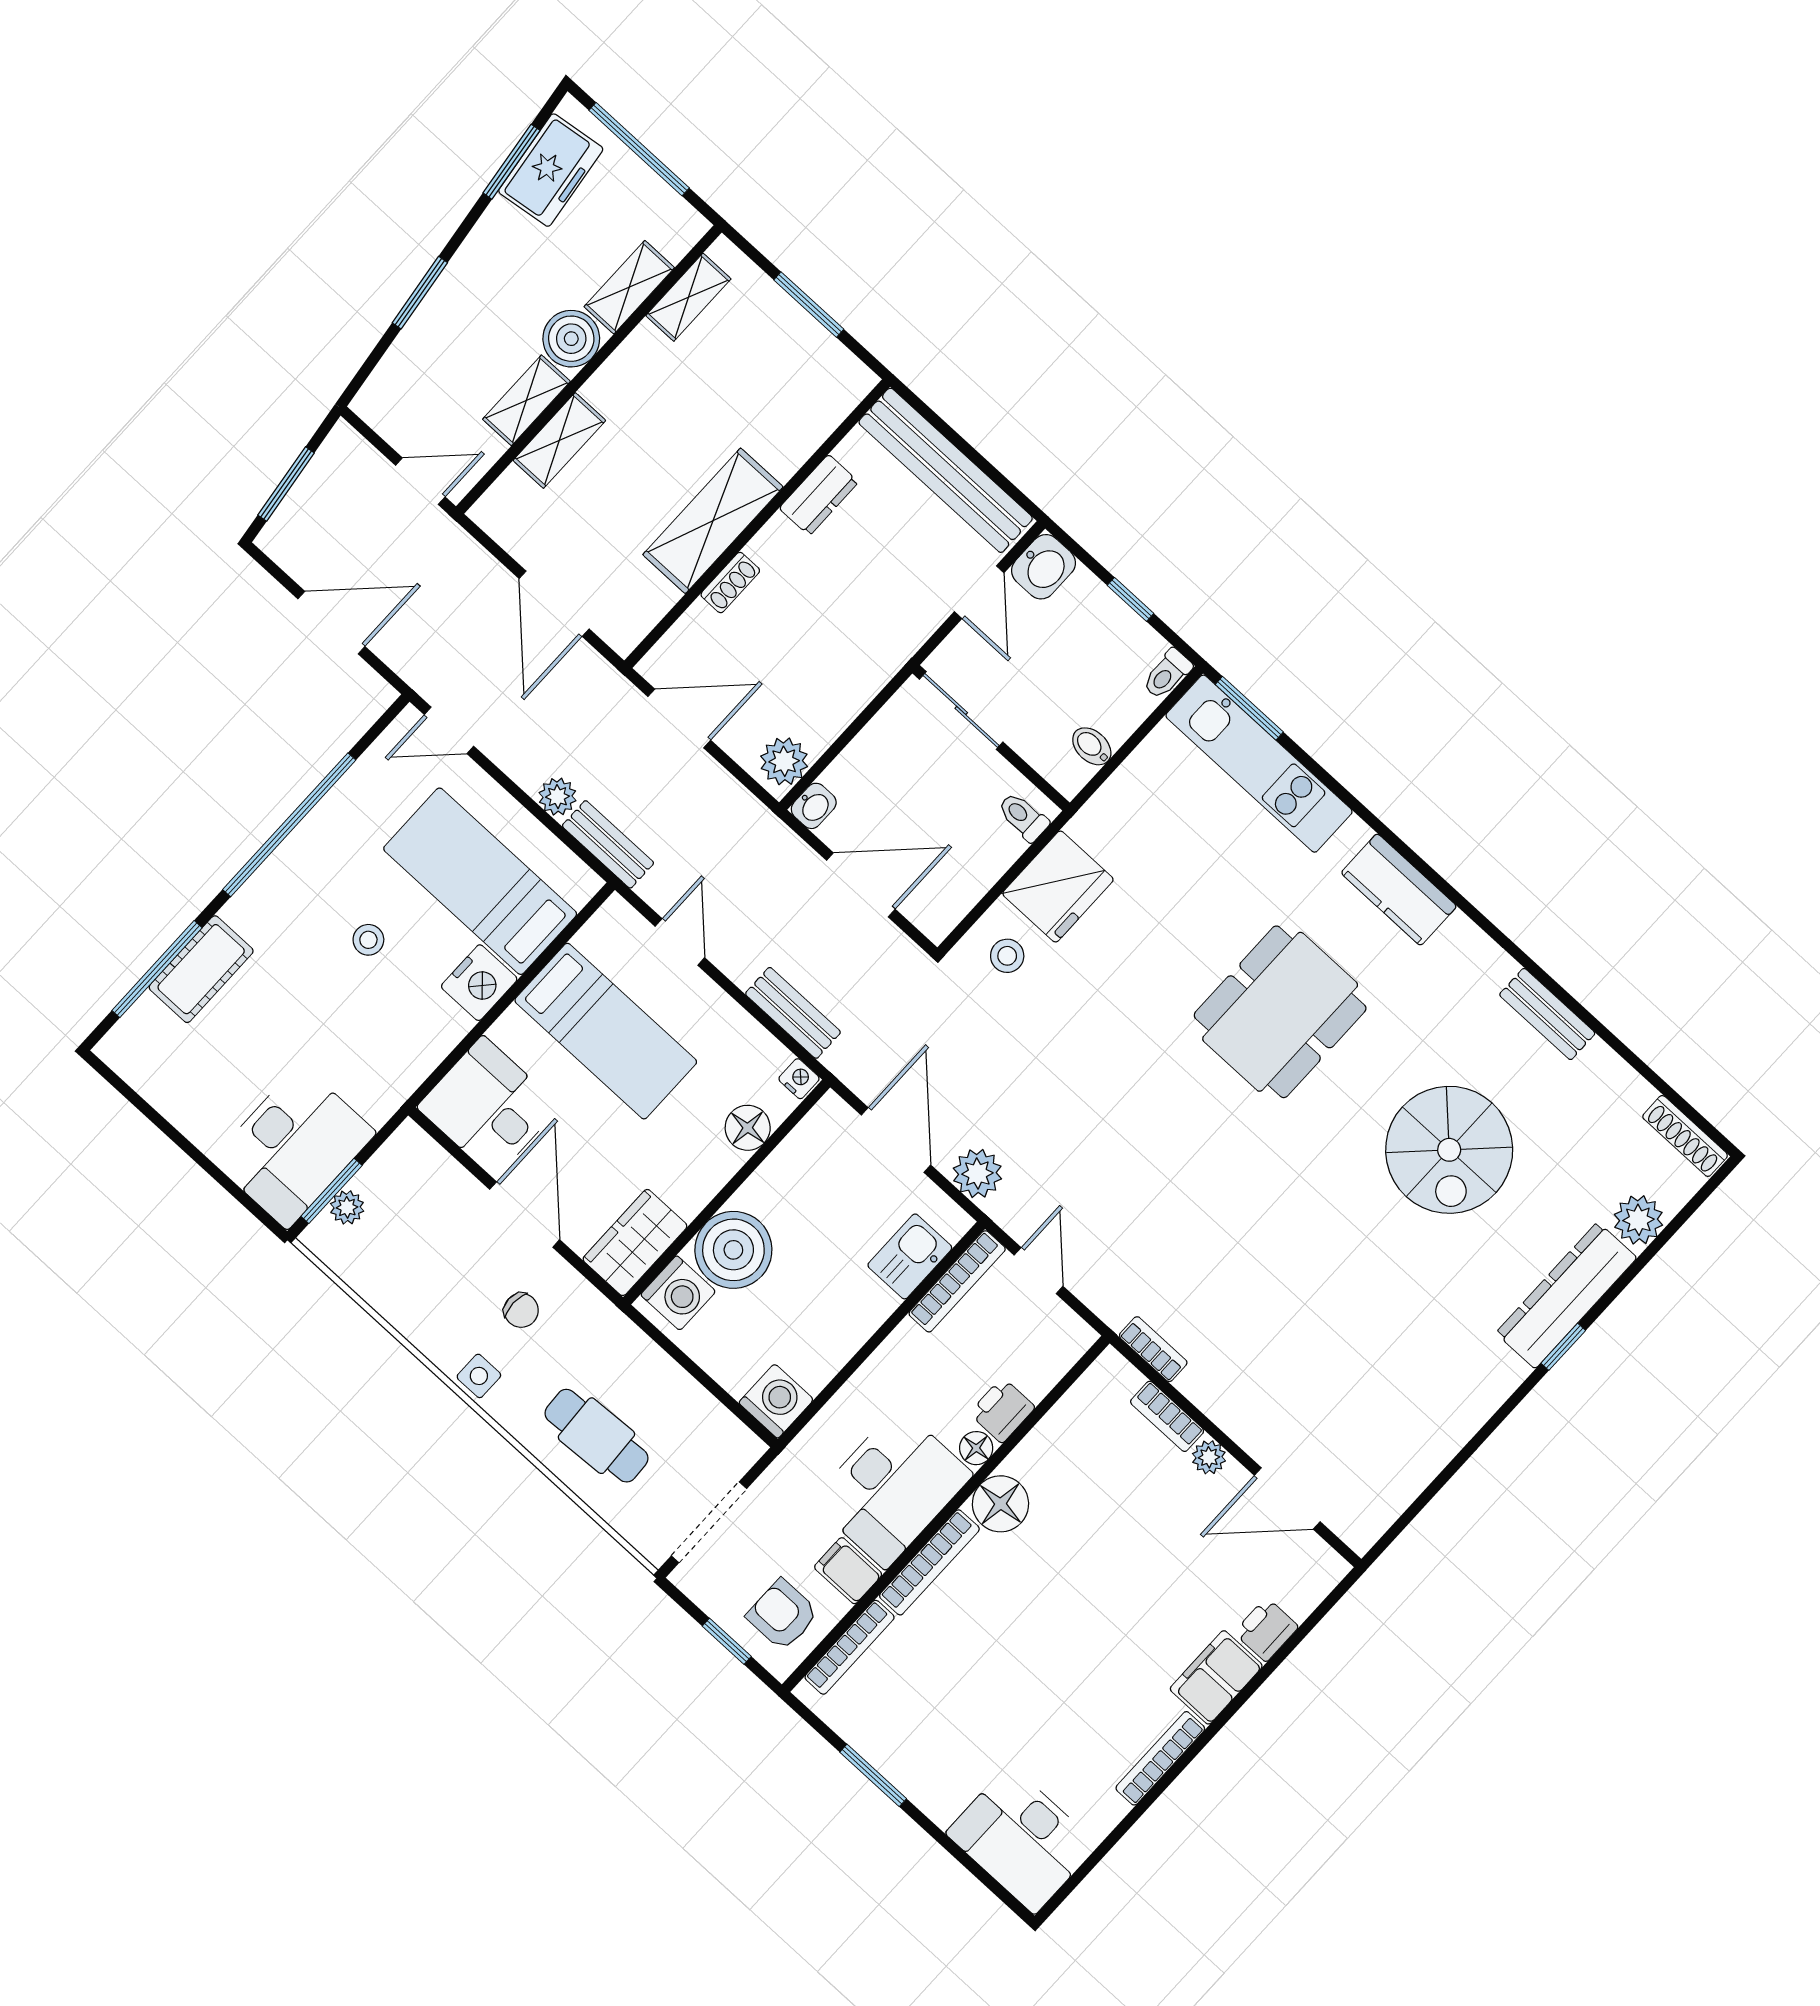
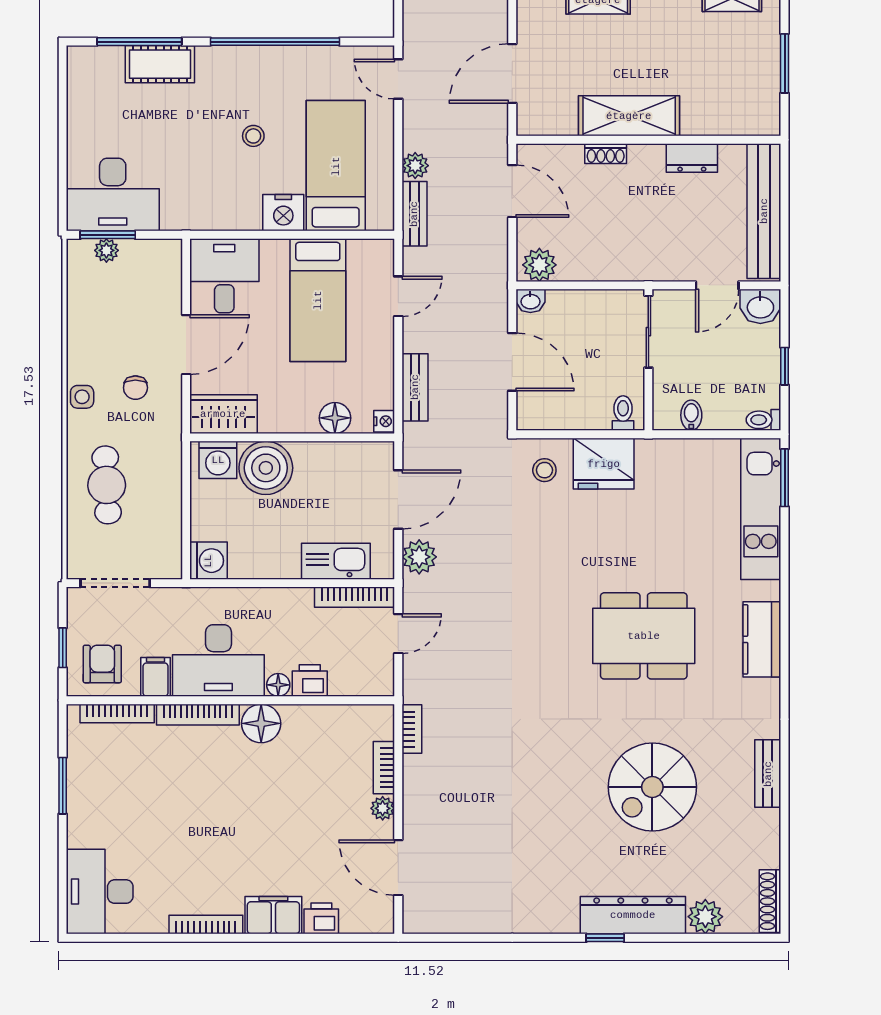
kitchen sink: (910, 1256) -> (336, 561), width x1.38

